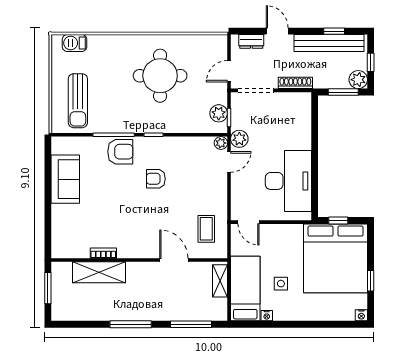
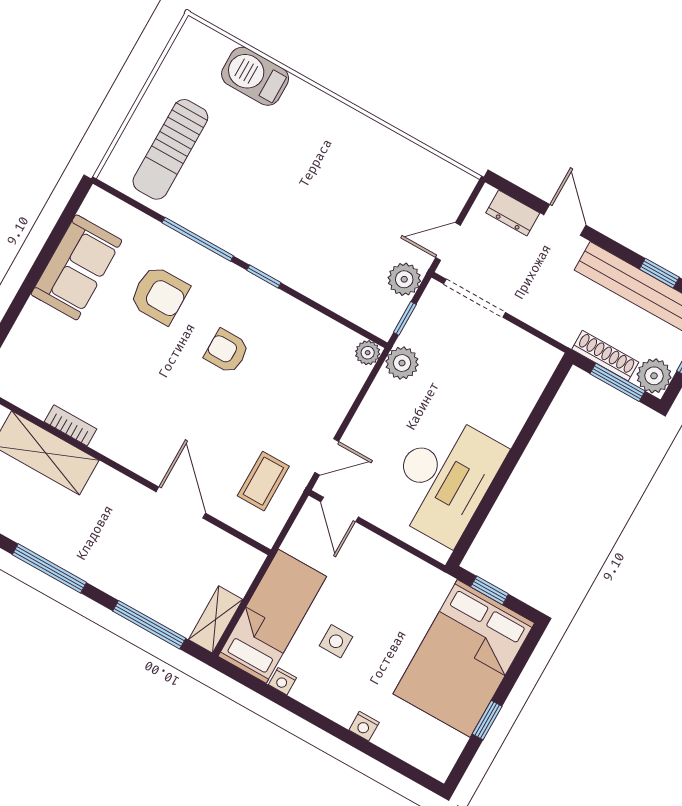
barbecue: (74, 43) -> (255, 76), moved, width x1.38, depth x1.27
round table: (160, 76) -> (330, 185), removed
shoe rack: (295, 83) -> (605, 356), moved
plant: (219, 113) -> (404, 279), moved
armchair: (120, 152) -> (159, 295), moved
door: (229, 162) -> (327, 457), moved
bed: (336, 258) -> (464, 658), width x0.73
shelving: (220, 281) -> (216, 619), moved
nightstand: (361, 315) -> (364, 726), moved

